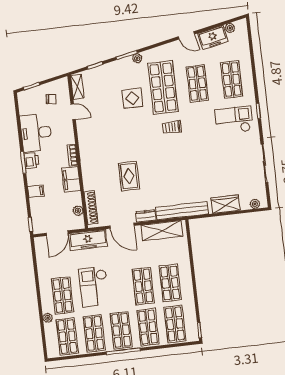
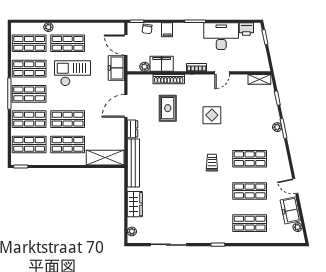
door: (186, 35) -> (295, 186), hinge flipped
plant: (137, 58) -> (277, 127), moved
shop shelf: (163, 87) -> (250, 159), width x0.70, depth x0.74
display table: (132, 98) -> (212, 115), moved
chair: (51, 99) -> (147, 29), moved
door: (73, 112) -> (222, 73), moved
checkout: (234, 120) -> (212, 221), removed
printer: (31, 161) -> (246, 29), moved
rug: (129, 176) -> (168, 108), moved, turned 90
filing cabinet: (71, 179) -> (162, 64), moved
shoe rack: (91, 208) -> (169, 79), moved
shelving: (162, 231) -> (105, 158), moved, turned 90
freezer: (88, 240) -> (116, 68), width x0.71

